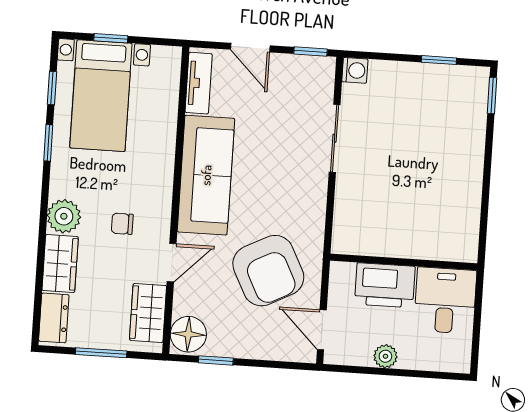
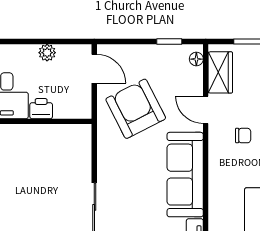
door: (172, 263) -> (206, 110), hinge flipped
printer: (385, 285) -> (41, 109), width x0.53, depth x0.68
floor lamp: (188, 334) -> (196, 59), width x0.53, depth x0.53

